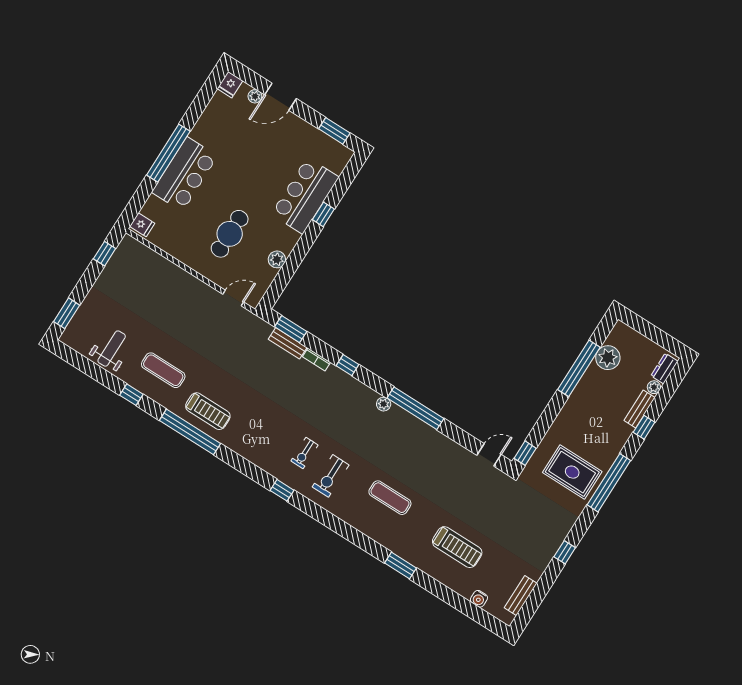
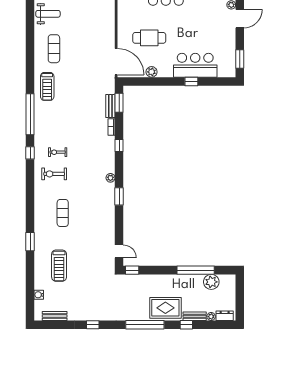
door: (280, 97) -> (240, 19), swing flipped
door: (233, 298) -> (116, 62), width x1.88
window: (131, 395) -> (30, 40), removed
window: (415, 408) -> (119, 196), width x0.47
window: (190, 432) -> (30, 114), moved
rug: (572, 472) -> (165, 308), moved, turned 90

